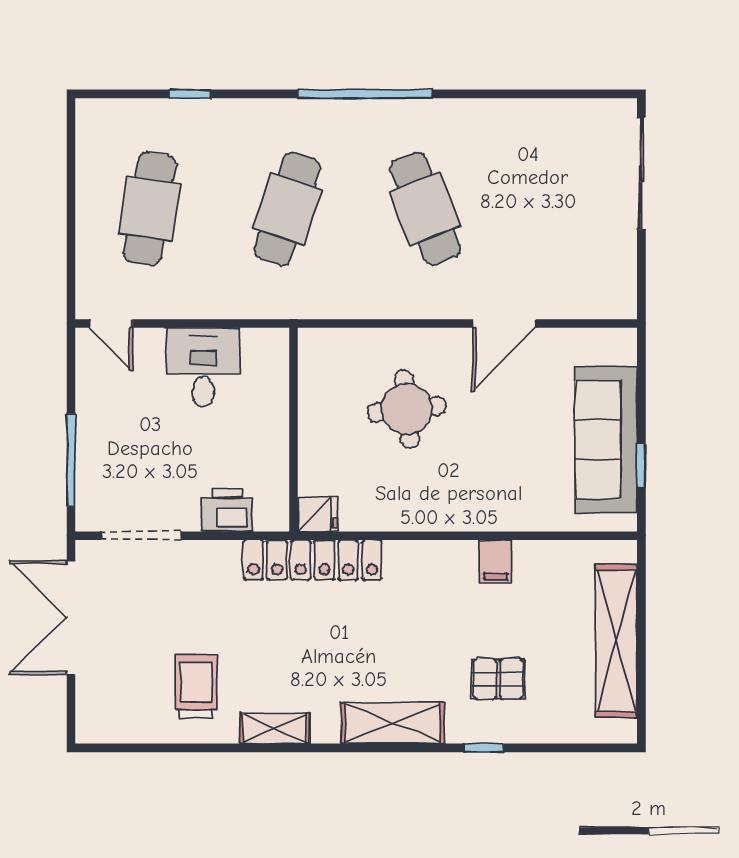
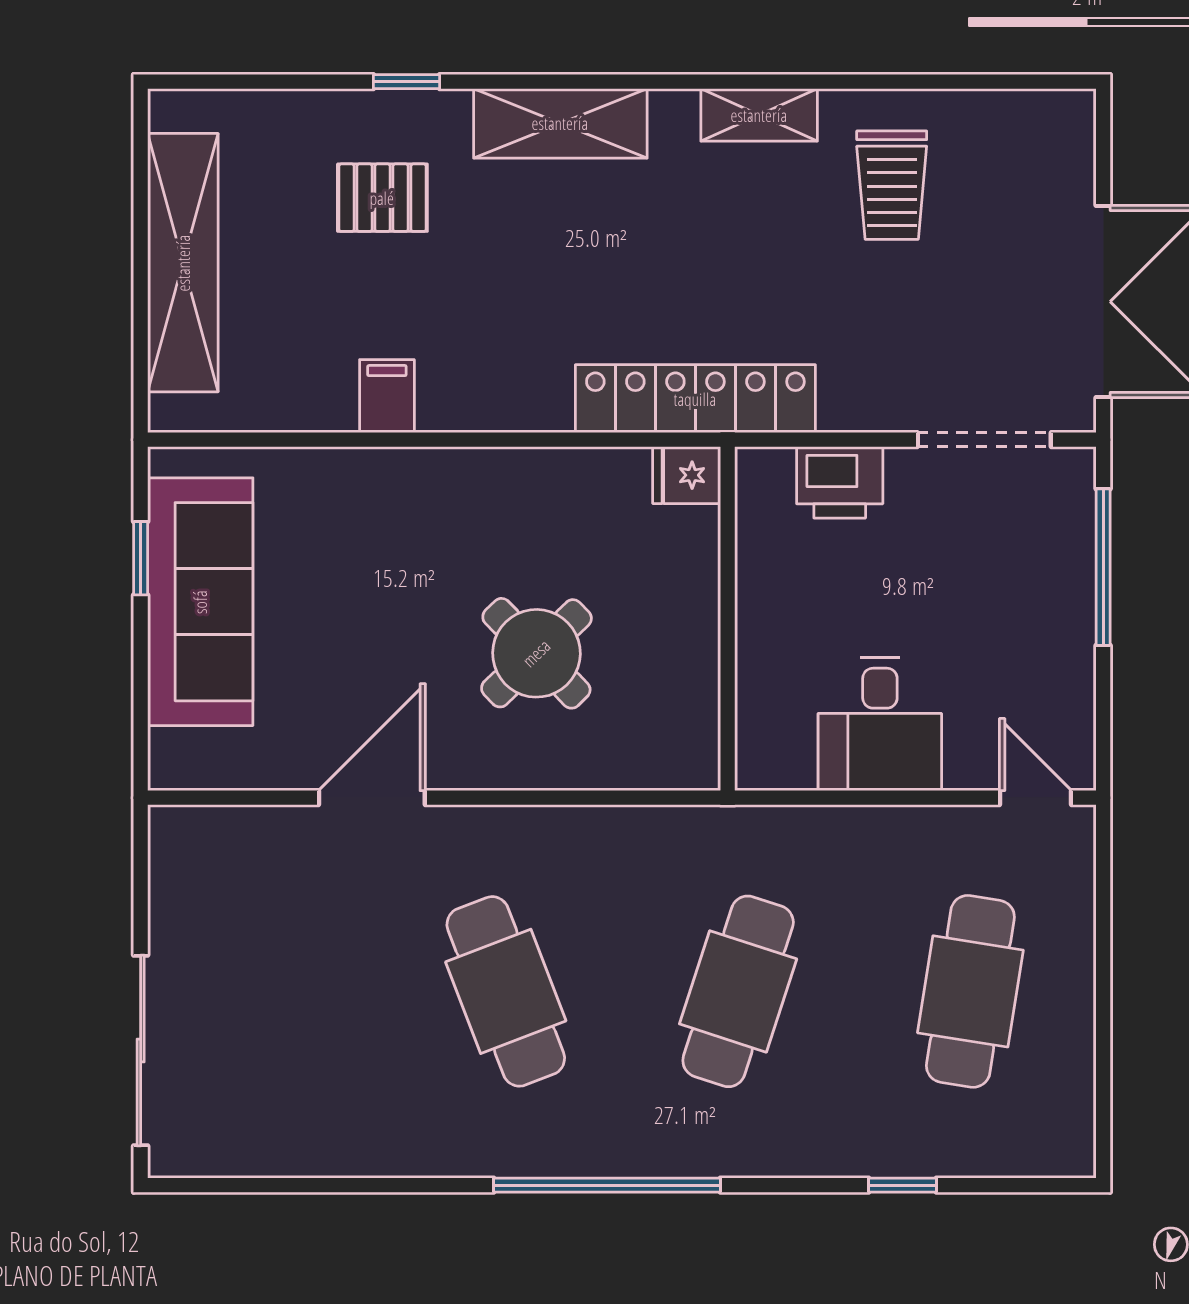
round table: (407, 409) -> (536, 653), turned -38

